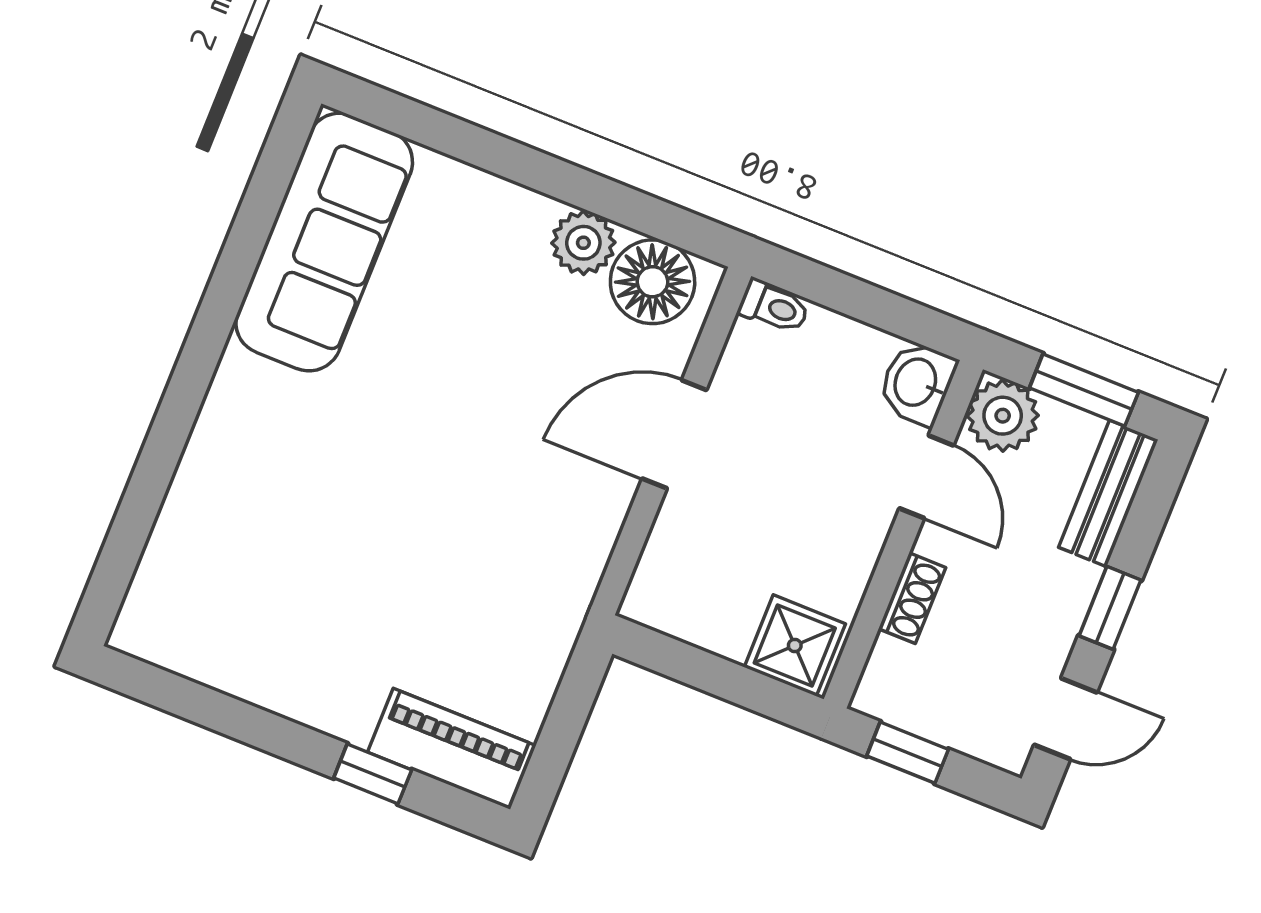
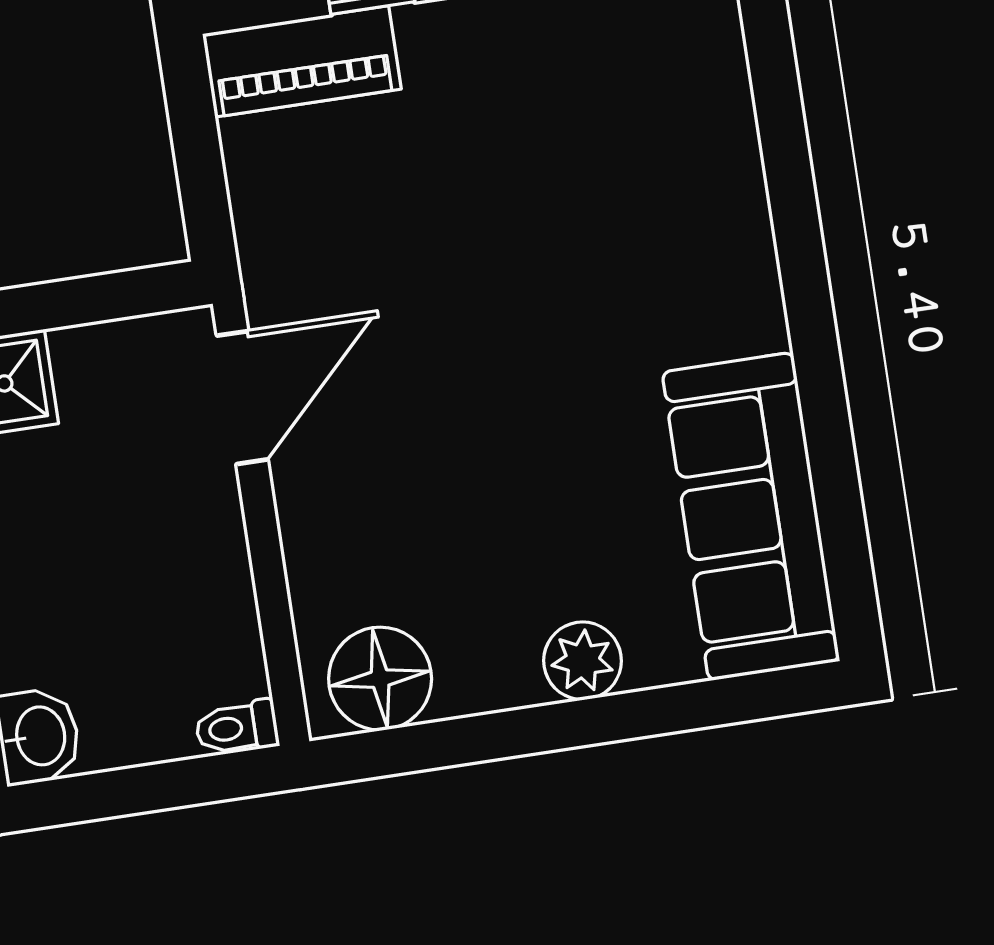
plant: (583, 243) -> (583, 661), moved
door: (674, 434) -> (242, 398), moved

